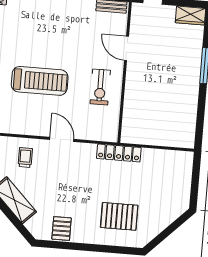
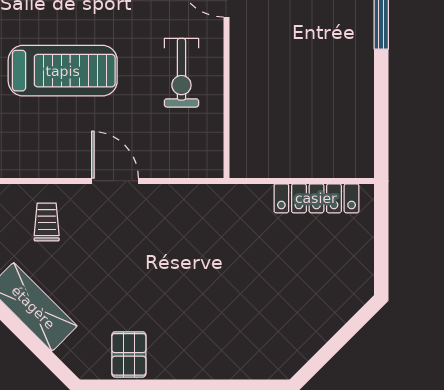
locker: (119, 153) -> (316, 198), moved
pallet: (119, 216) -> (239, 322), removed

